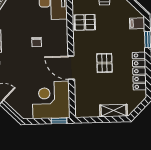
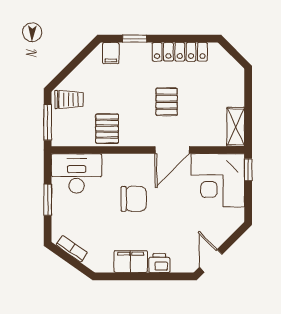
chair: (37, 42) -> (134, 199), width x1.87, depth x1.87
pallet: (104, 63) -> (167, 102), turned 90
shelving: (114, 111) -> (236, 127), moved

